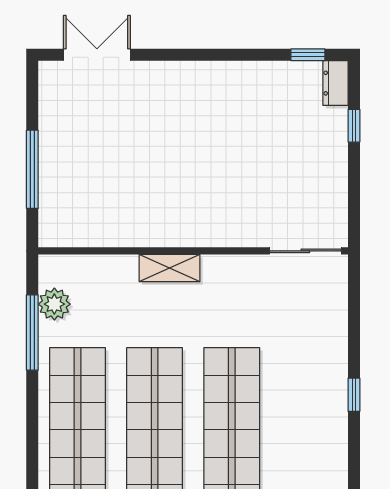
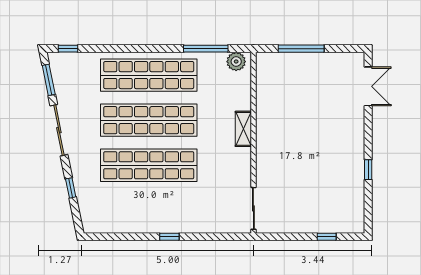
window: (308, 55) -> (368, 170), moved
dresser: (336, 83) -> (352, 226), removed
plant: (54, 304) -> (236, 62), moved

